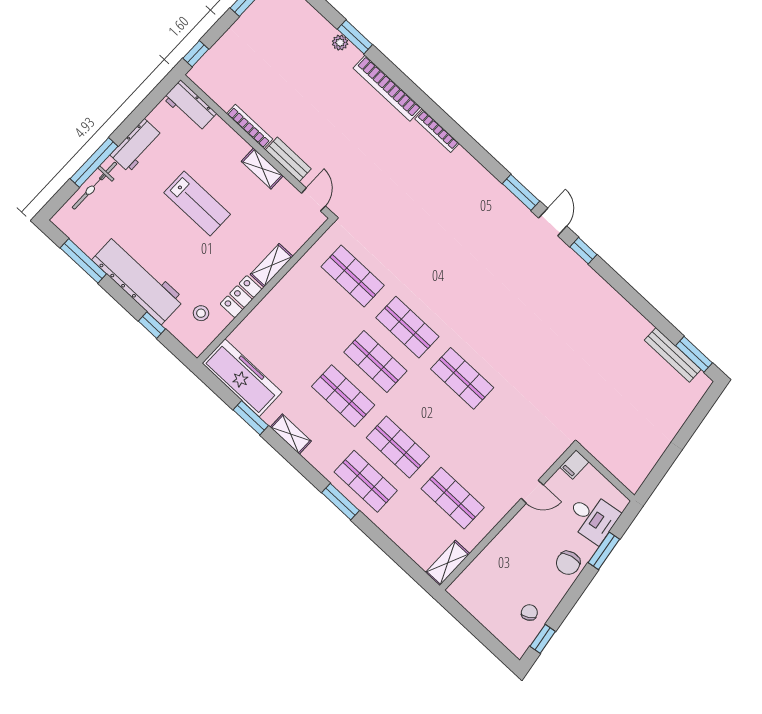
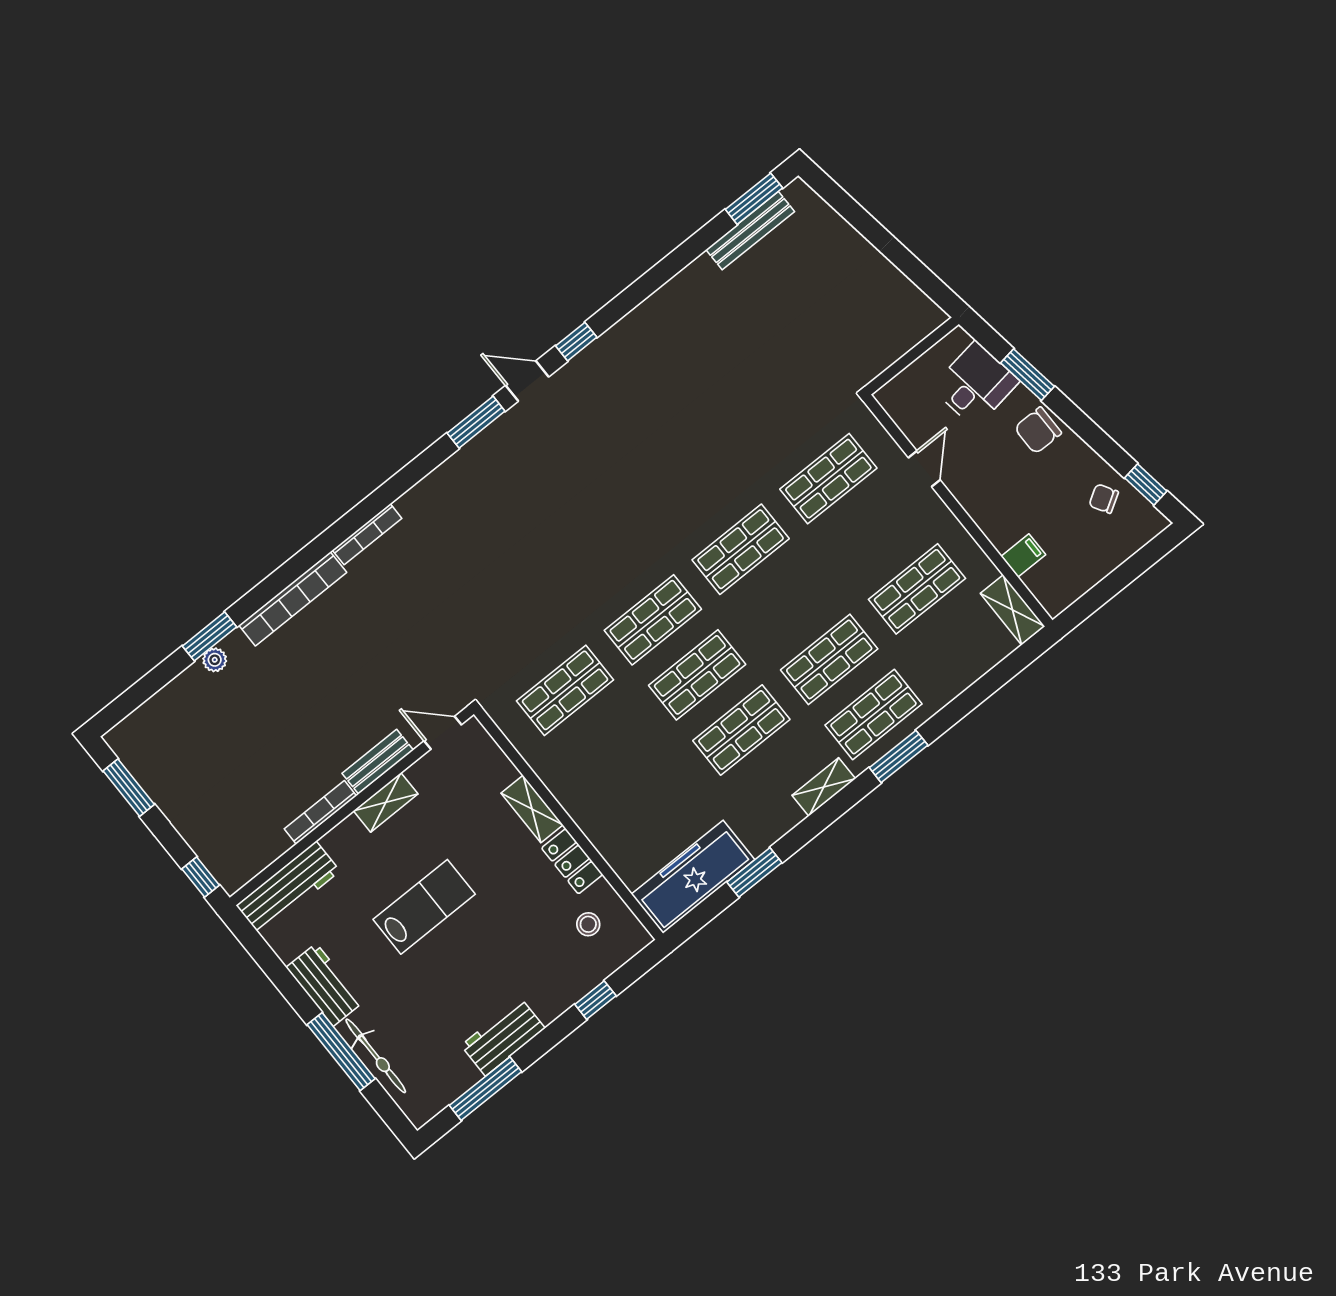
workbench: (190, 106) -> (288, 888), width x1.37
workbench: (138, 280) -> (503, 1037), width x0.53, depth x0.76
shop shelf: (517, 429) -> (828, 479), added
shelving: (291, 434) -> (824, 787), moved
filing cabinet: (574, 464) -> (1023, 555), moved, turned -90
chair: (568, 563) -> (1038, 430), turned 104

